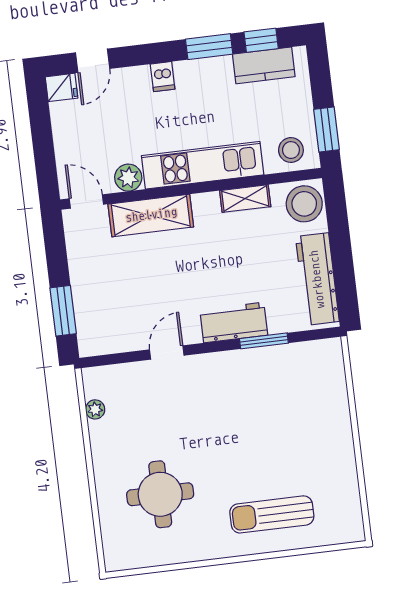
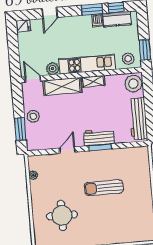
door: (93, 61) -> (50, 13), moved
dishwasher: (163, 77) -> (97, 20), moved
shelving: (245, 199) -> (93, 81), moved
stool: (90, 282) -> (33, 116), added
window: (264, 341) -> (100, 147), moved
sun lounger: (272, 514) -> (104, 188), moved

